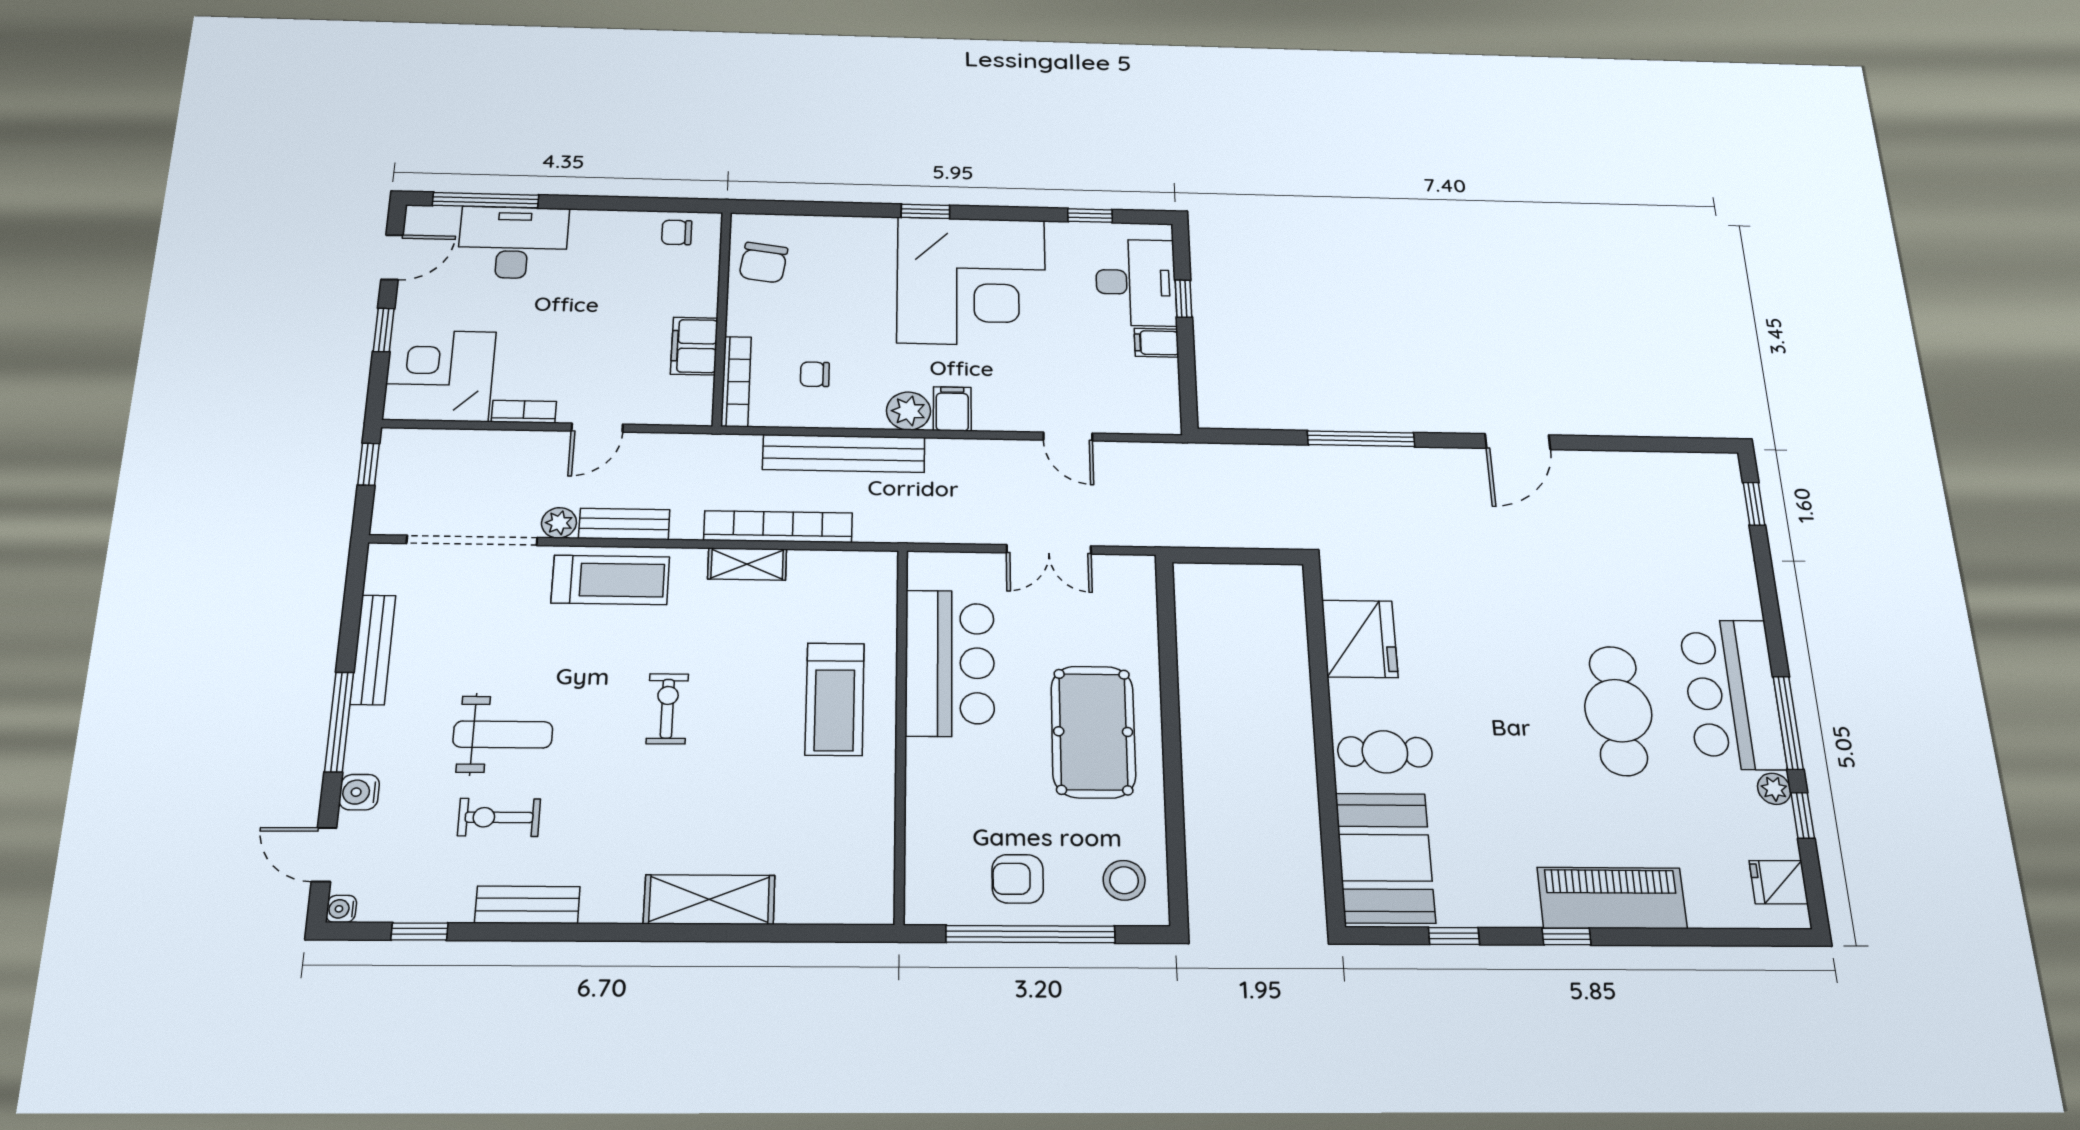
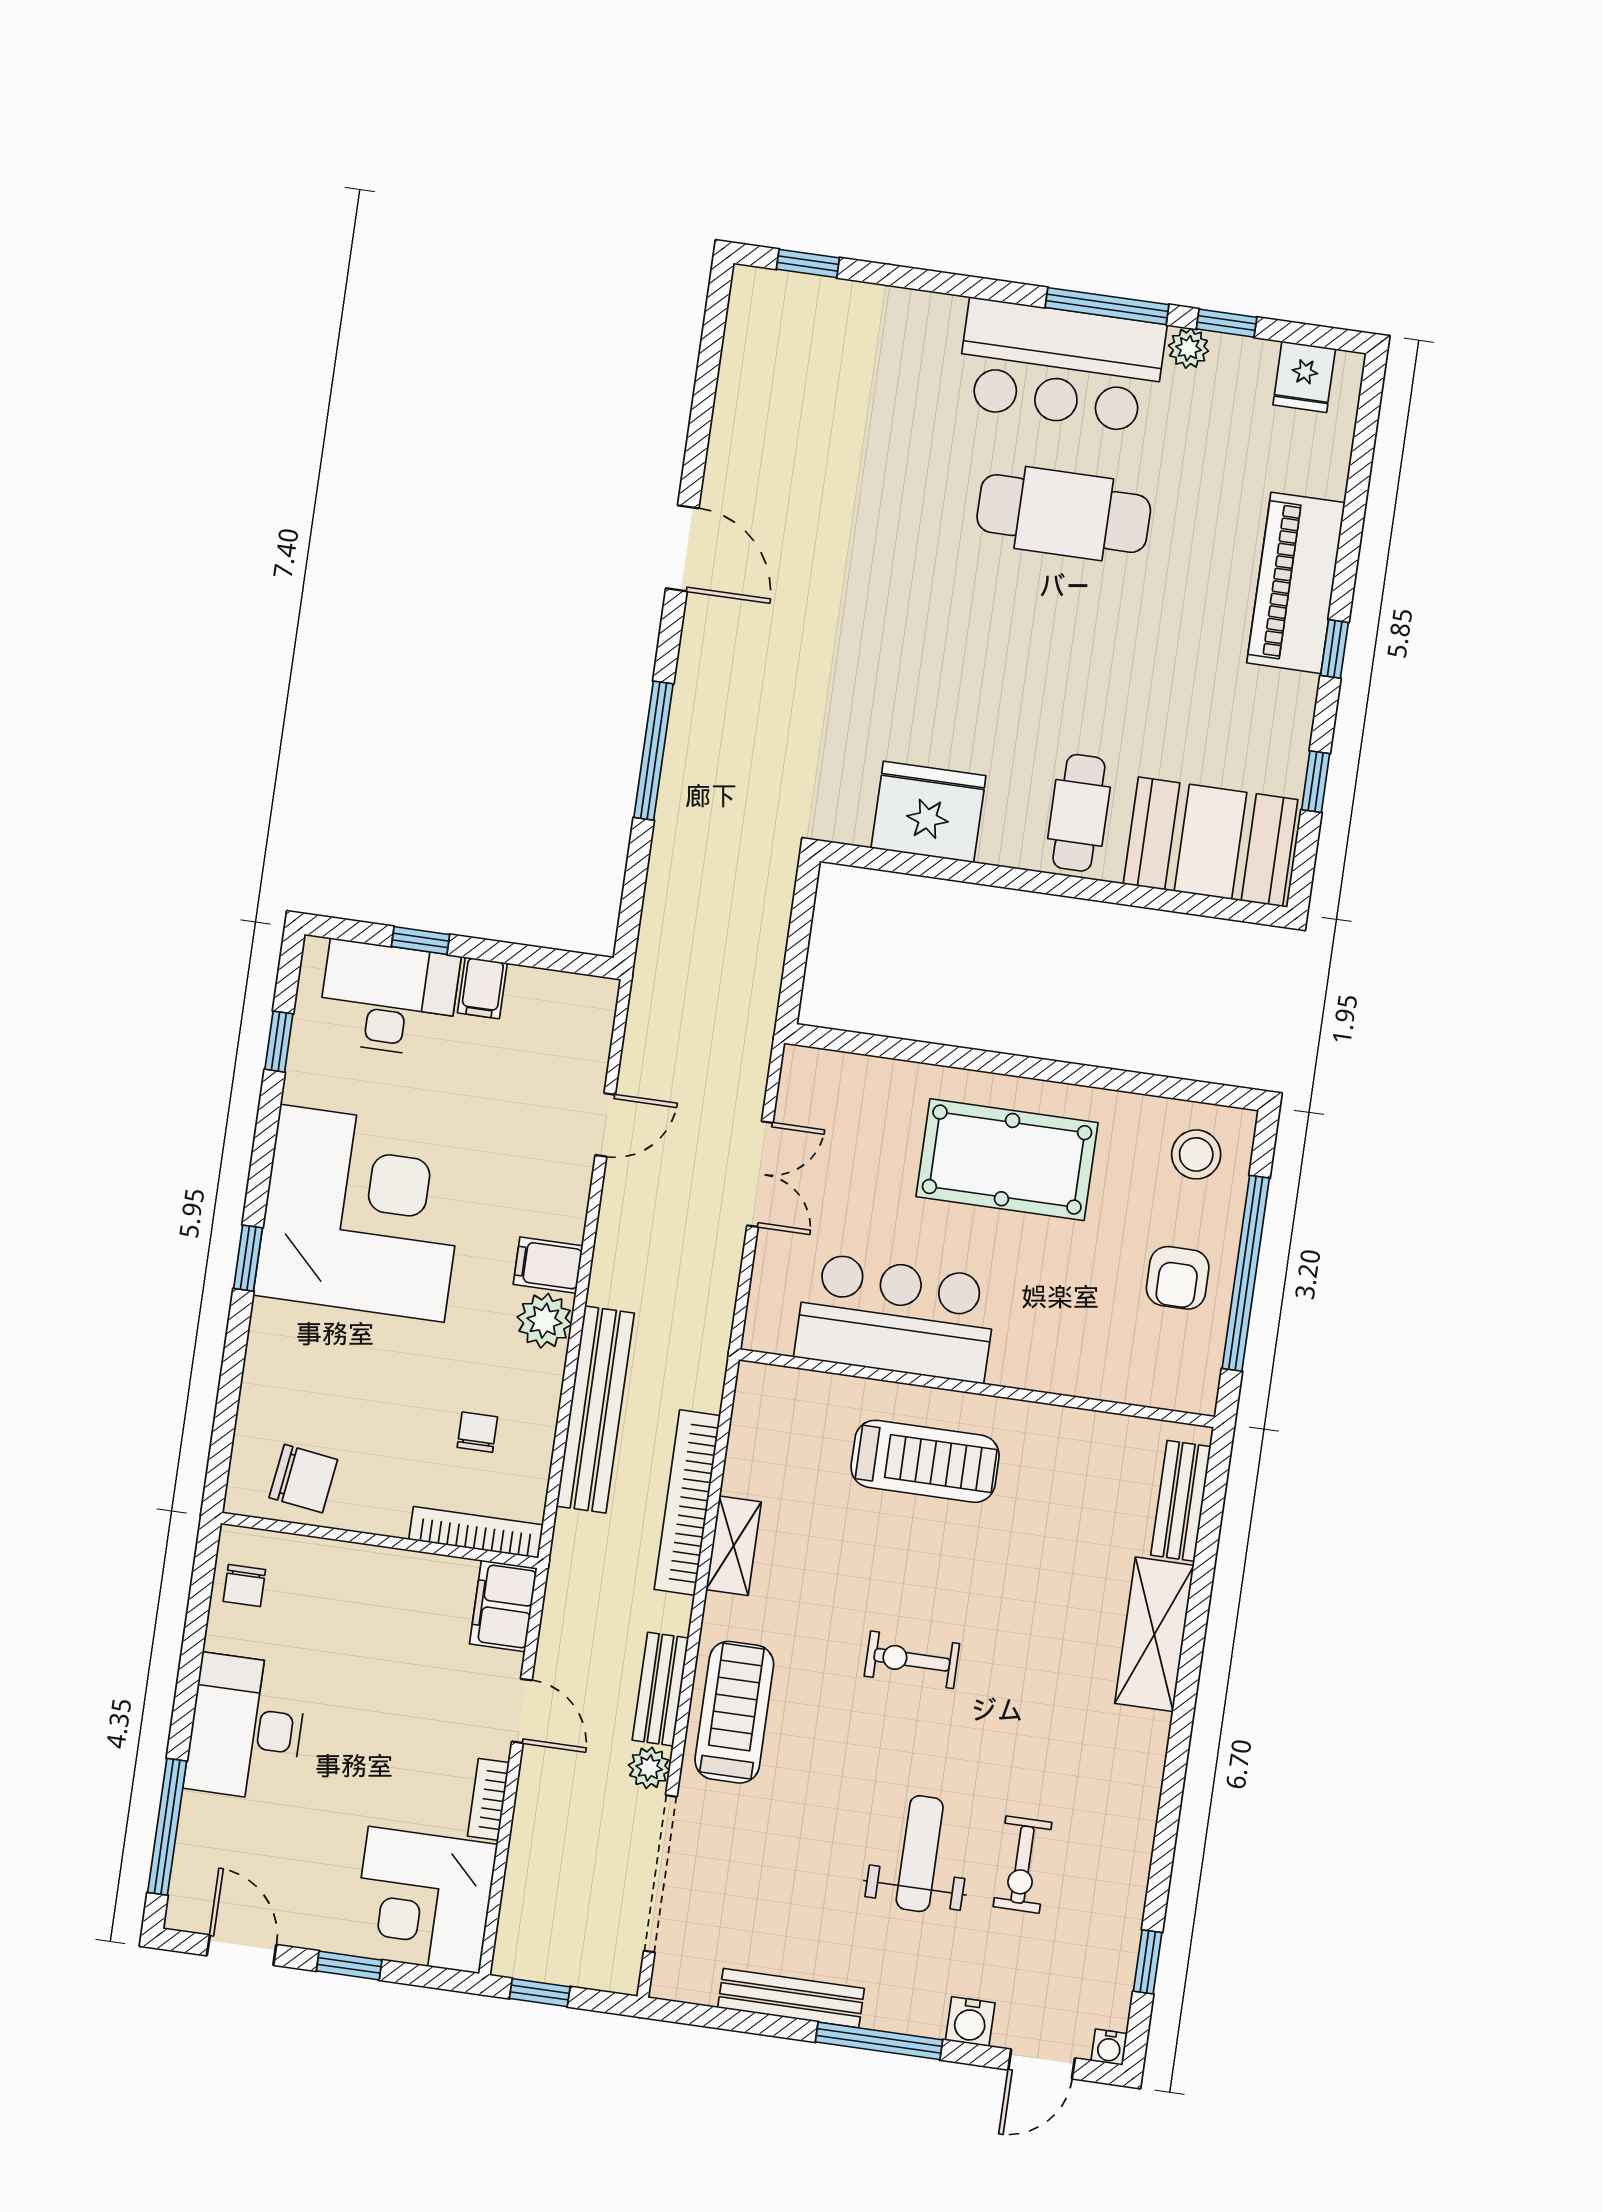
desk: (513, 243) -> (246, 1728), moved
filing cabinet: (694, 346) -> (503, 1606), moved, turned 90
chair: (815, 374) -> (477, 1432), turned 180
bench: (527, 905) -> (1181, 1501), moved

